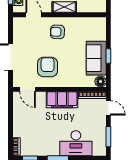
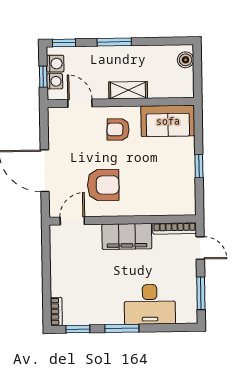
sofa: (96, 58) -> (168, 121), moved, turned -90
armchair: (48, 67) -> (103, 185), turned 90
floor lamp: (101, 81) -> (187, 207), removed
door: (28, 89) -> (72, 221), swing flipped

